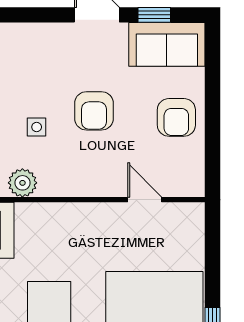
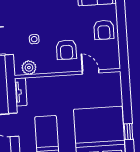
armchair: (94, 111) -> (66, 50), moved

